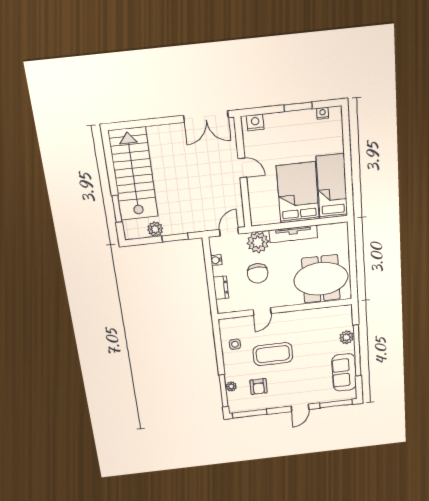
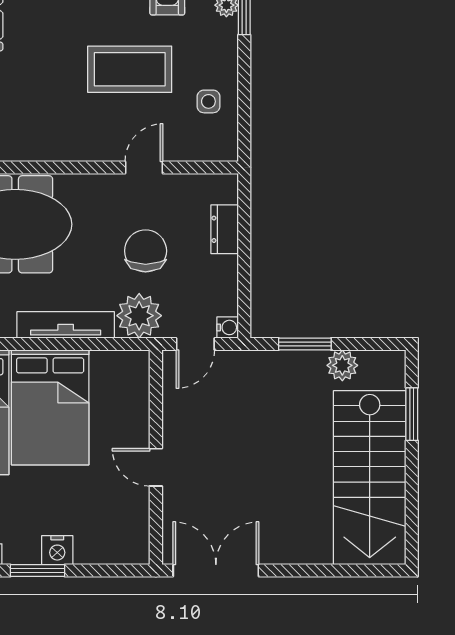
nightstand: (255, 122) -> (57, 550), moved
water cooler: (216, 260) -> (228, 327), moved

